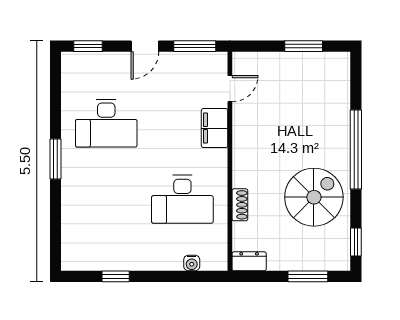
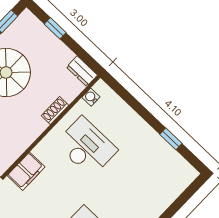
water cooler: (192, 263) -> (91, 97), moved, turned -90
window: (308, 276) -> (55, 28), width x0.67

